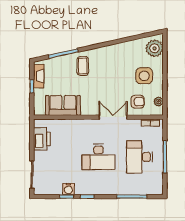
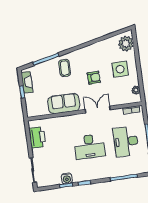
armchair: (138, 102) -> (94, 78), moved
sofa: (63, 105) -> (64, 104), moved

